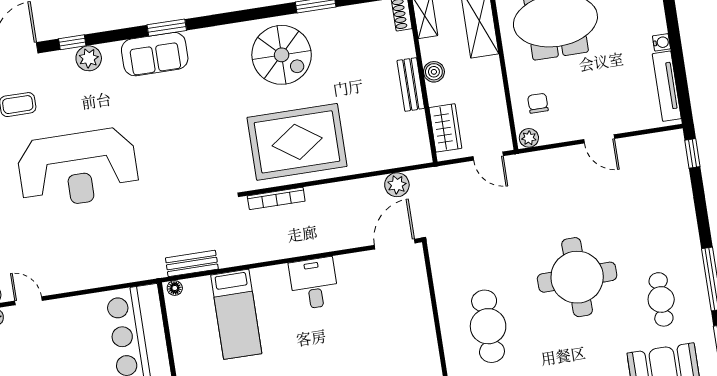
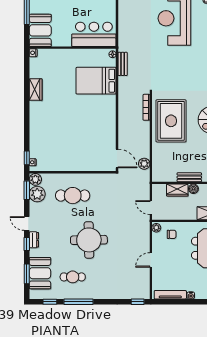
wardrobe: (445, 128) -> (177, 190), moved
door: (488, 156) -> (151, 208), hinge flipped
desk: (314, 283) -> (105, 119), removed
bed: (236, 314) -> (96, 81), width x1.50

